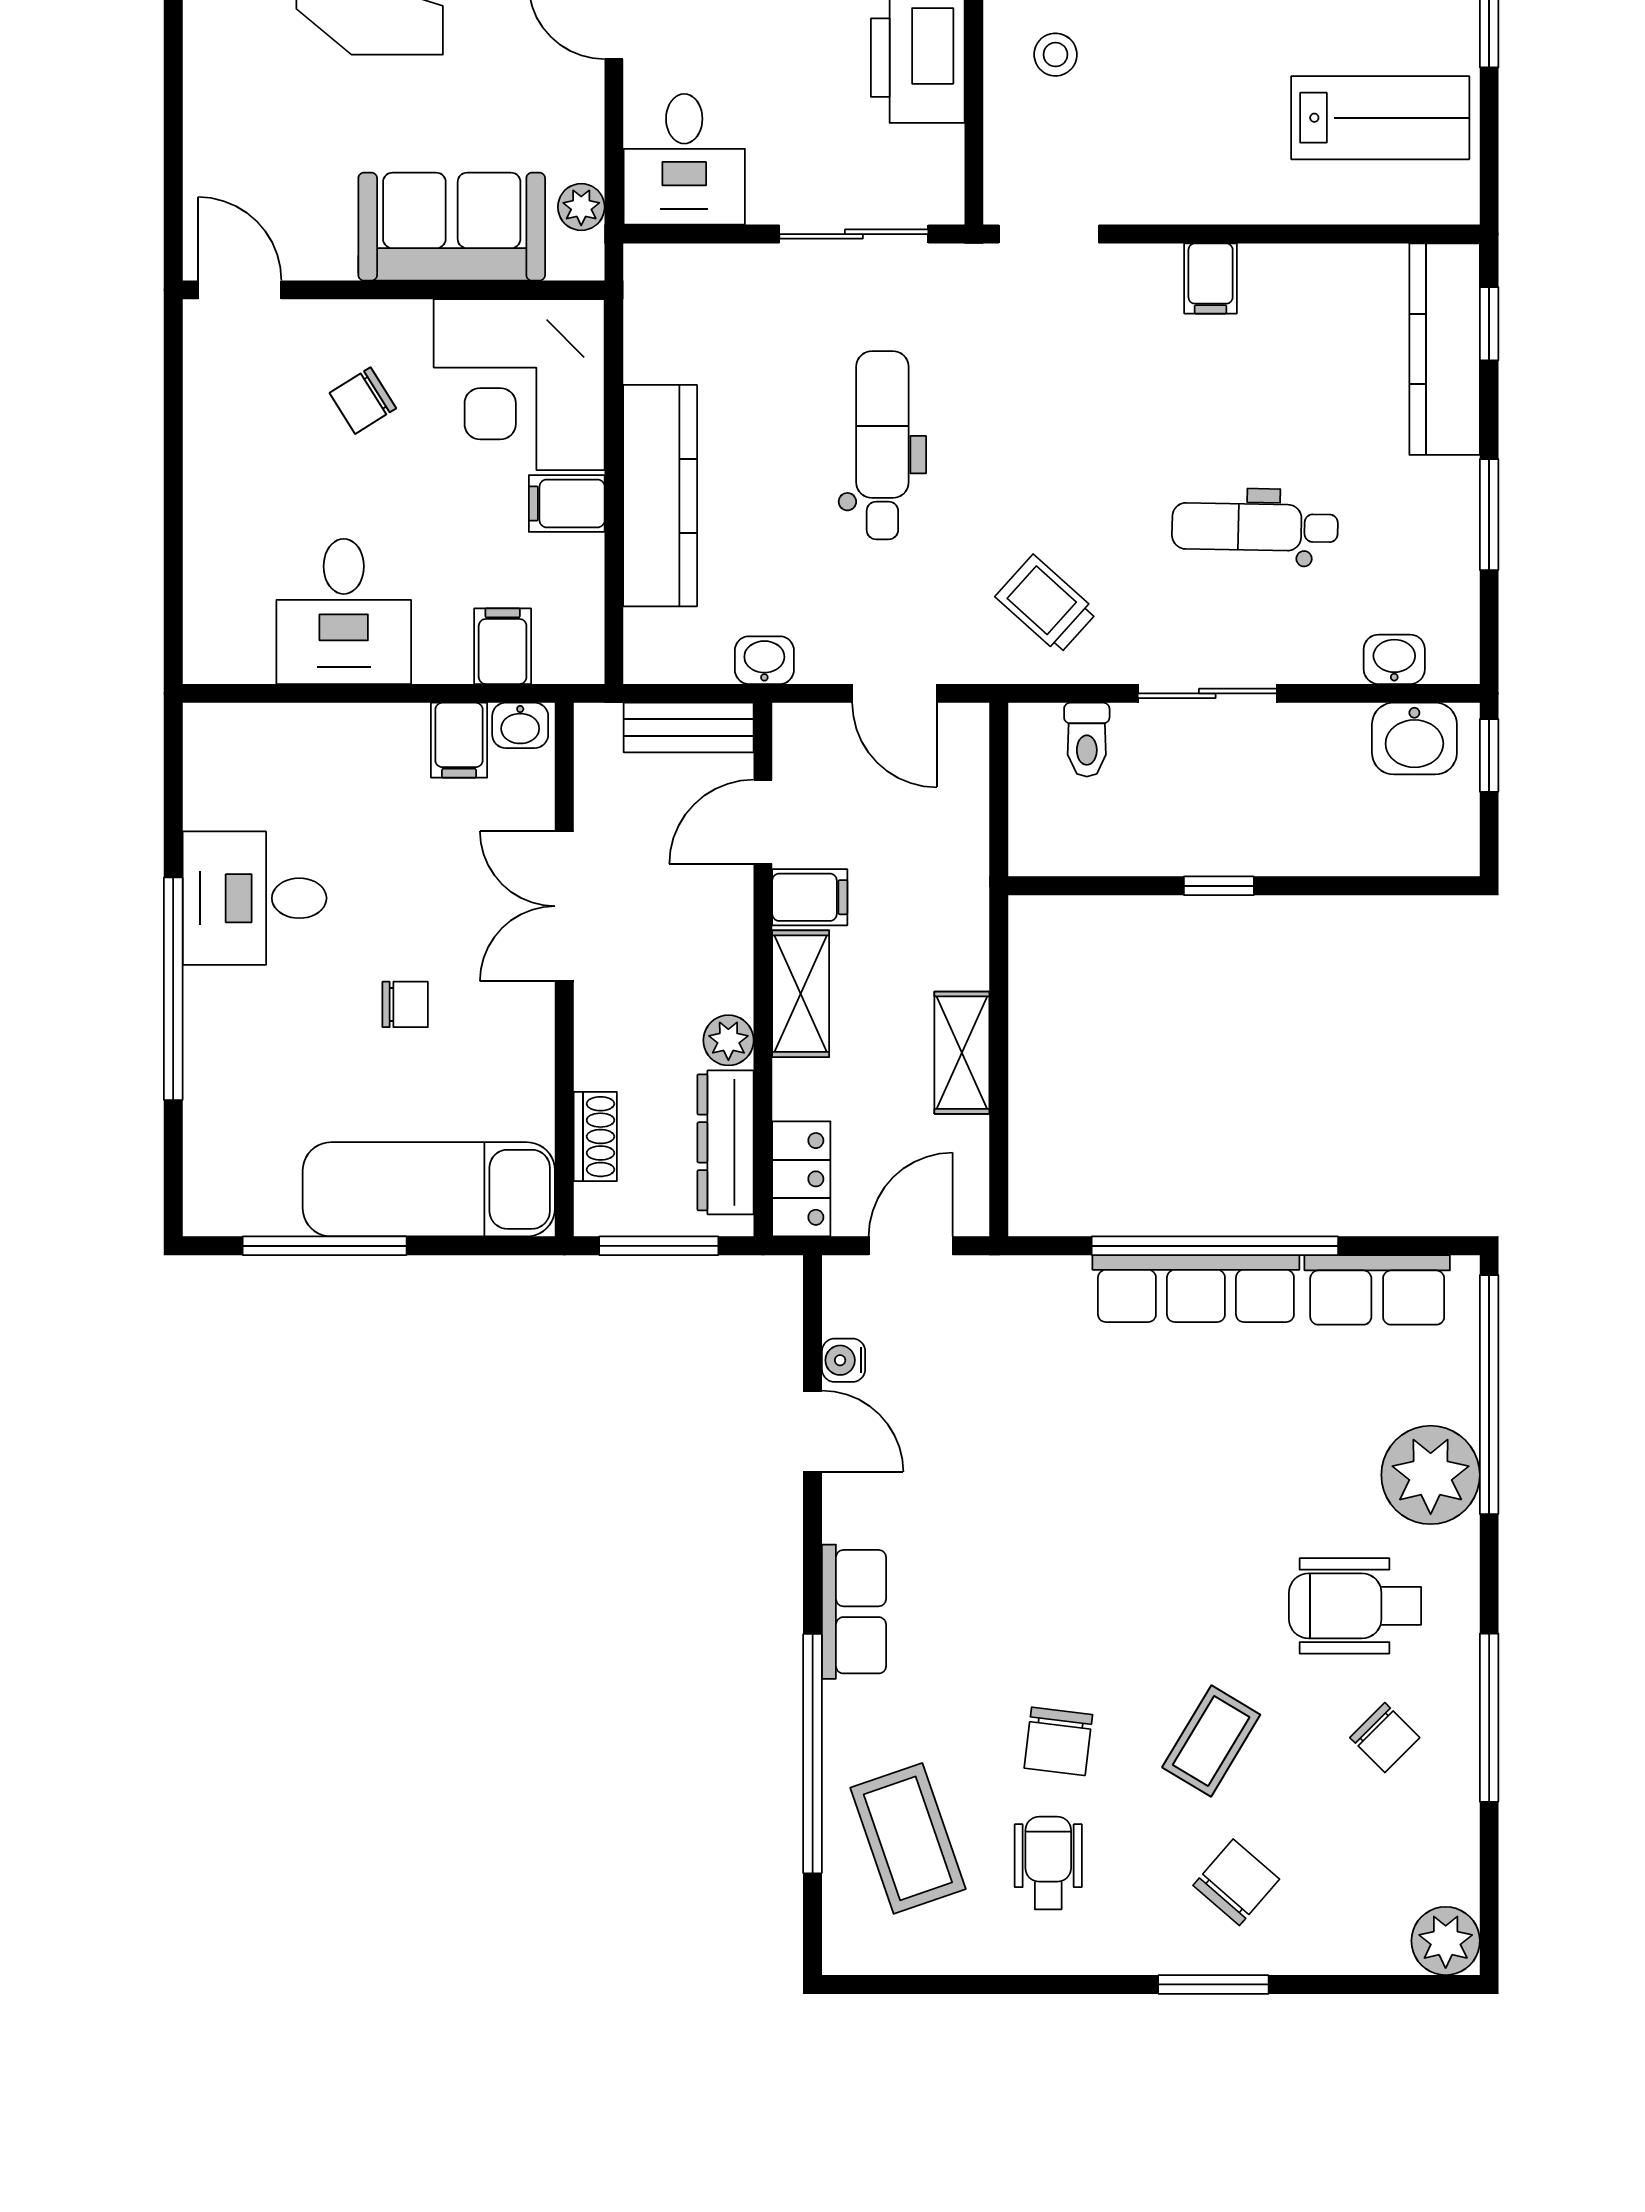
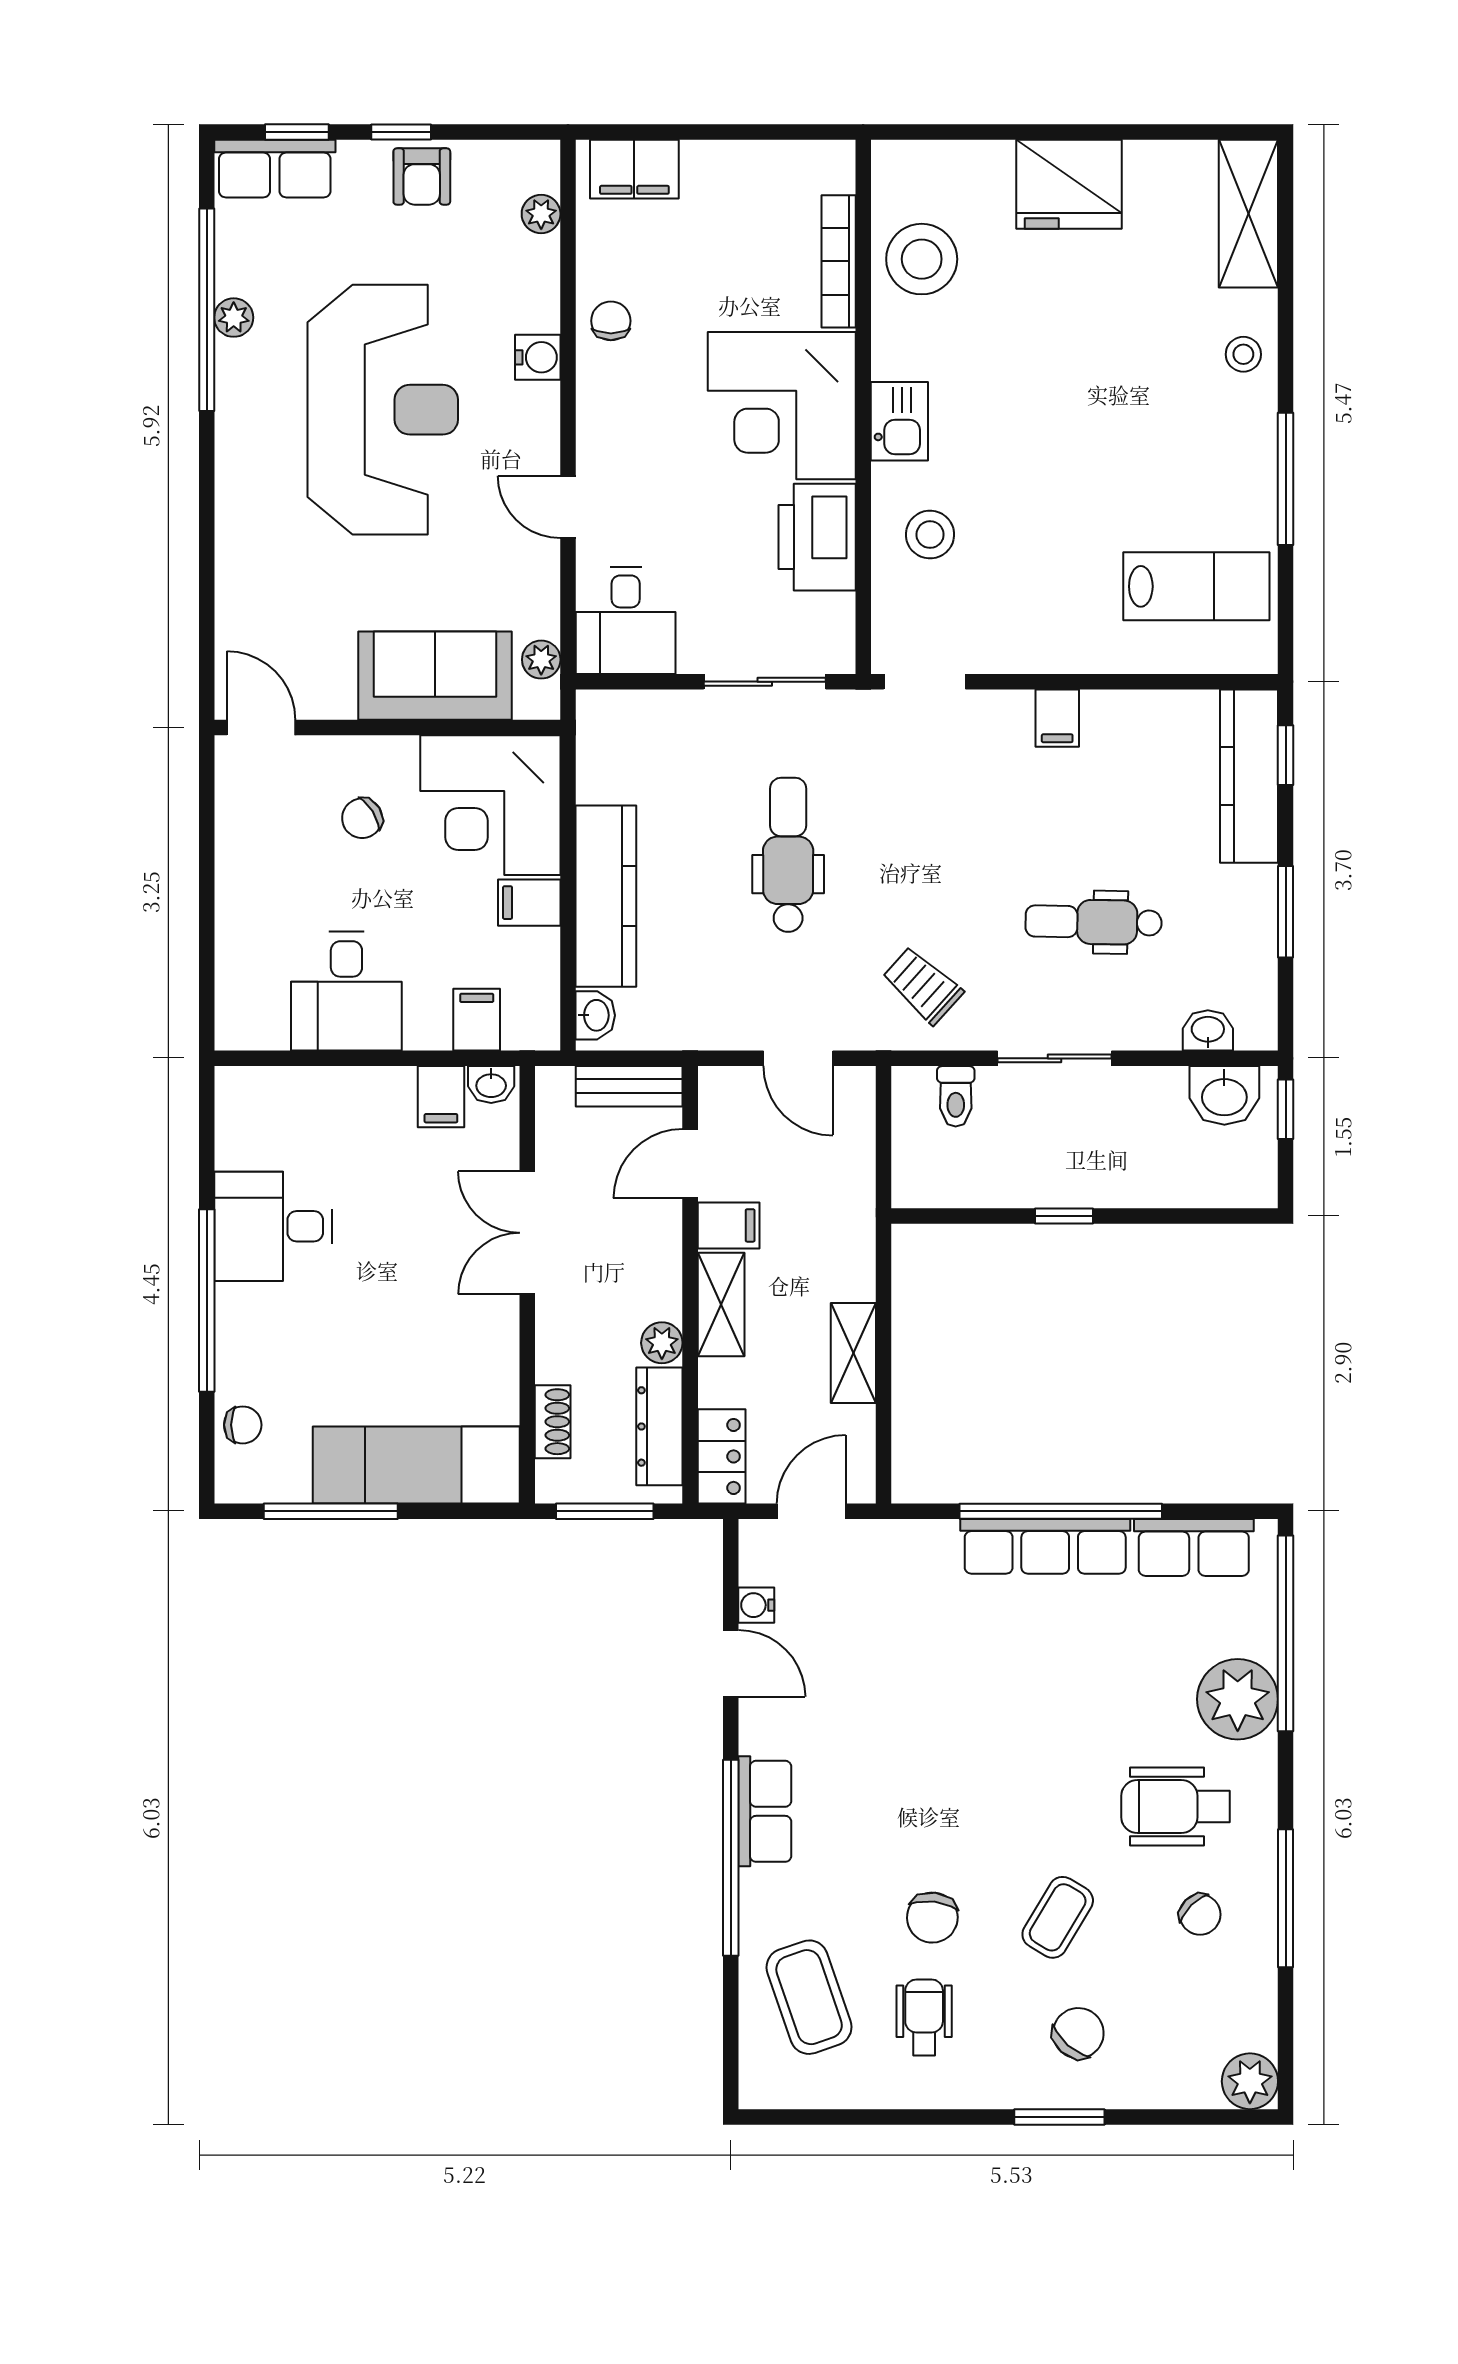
stool: (1055, 55) -> (930, 535), width x1.37, depth x1.37
washbasin: (764, 660) -> (595, 1015), moved, turned 90
chair: (405, 1004) -> (243, 1425), moved
window: (813, 1754) -> (731, 1858), moved

